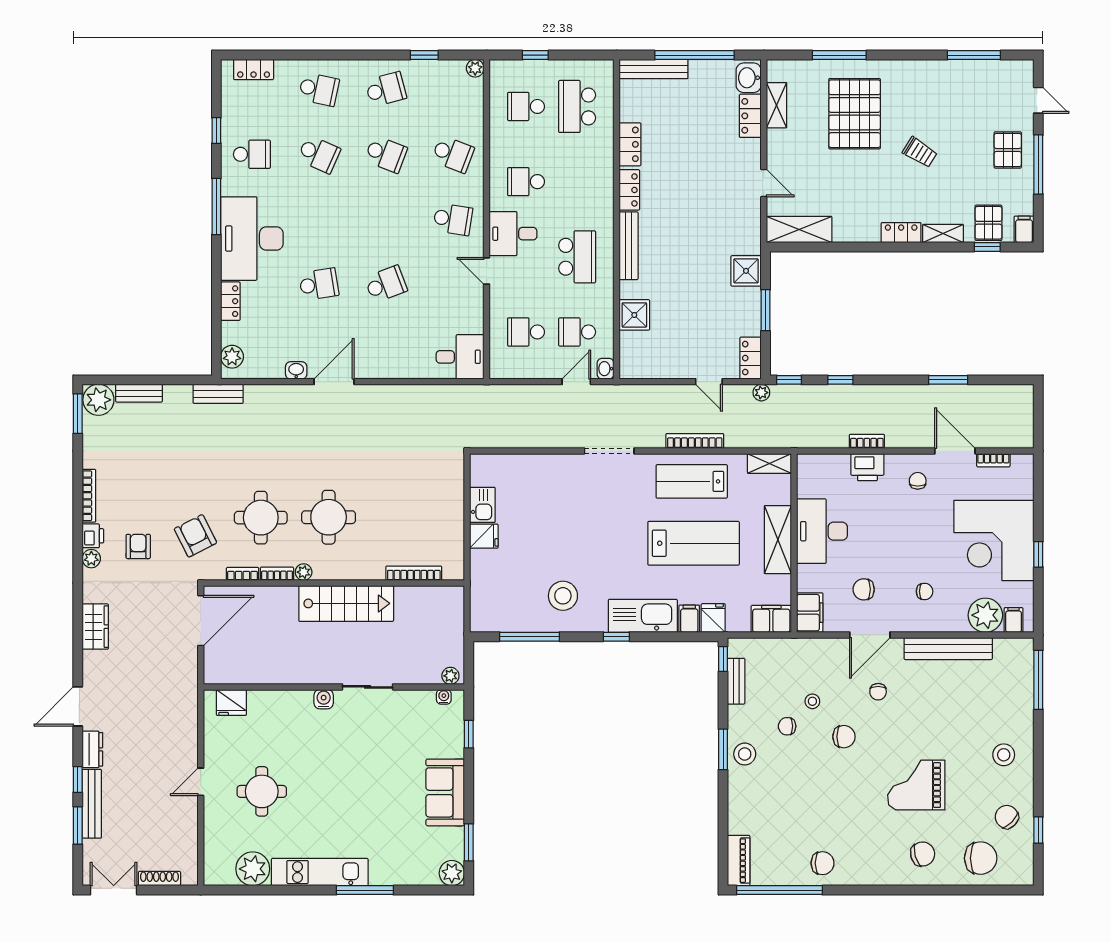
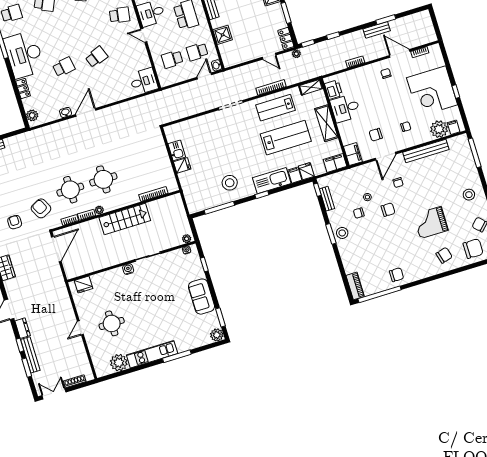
bench: (218, 394) -> (377, 30), moved
printer: (867, 467) -> (333, 90), moved, turned -90
desk: (822, 531) -> (345, 108), width x0.73

